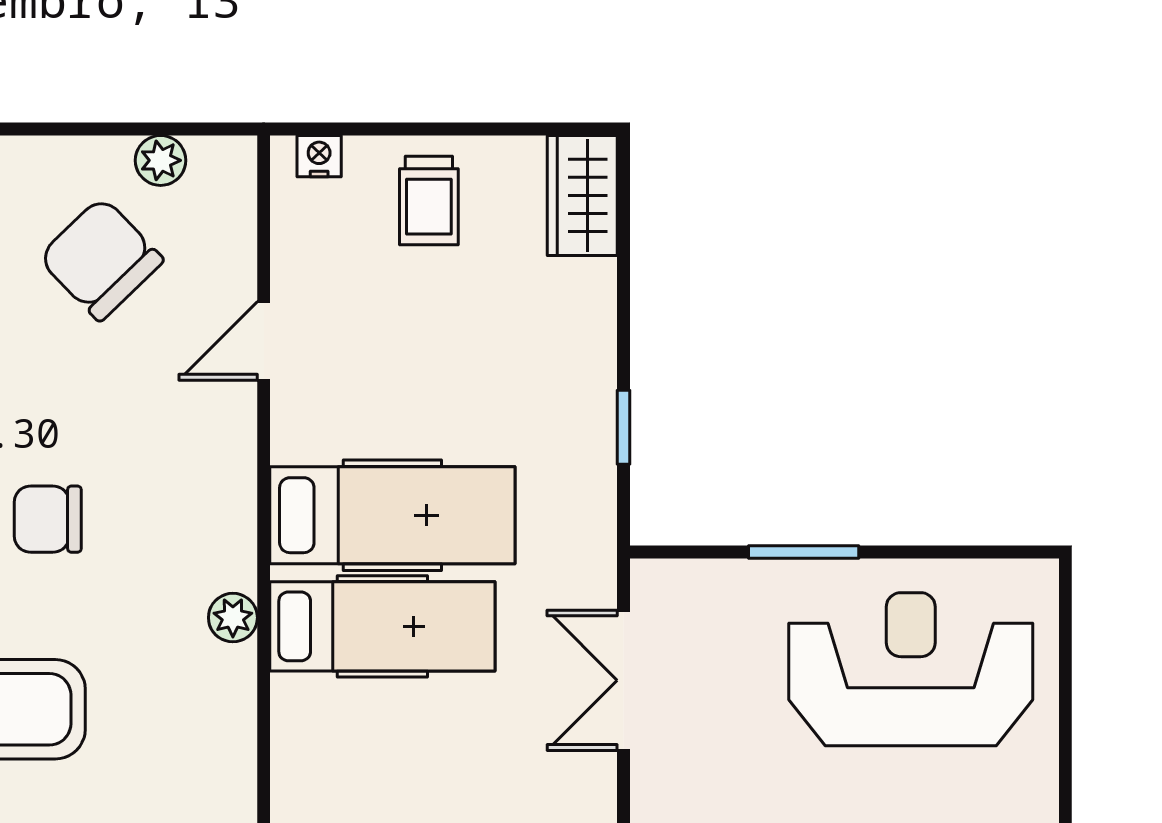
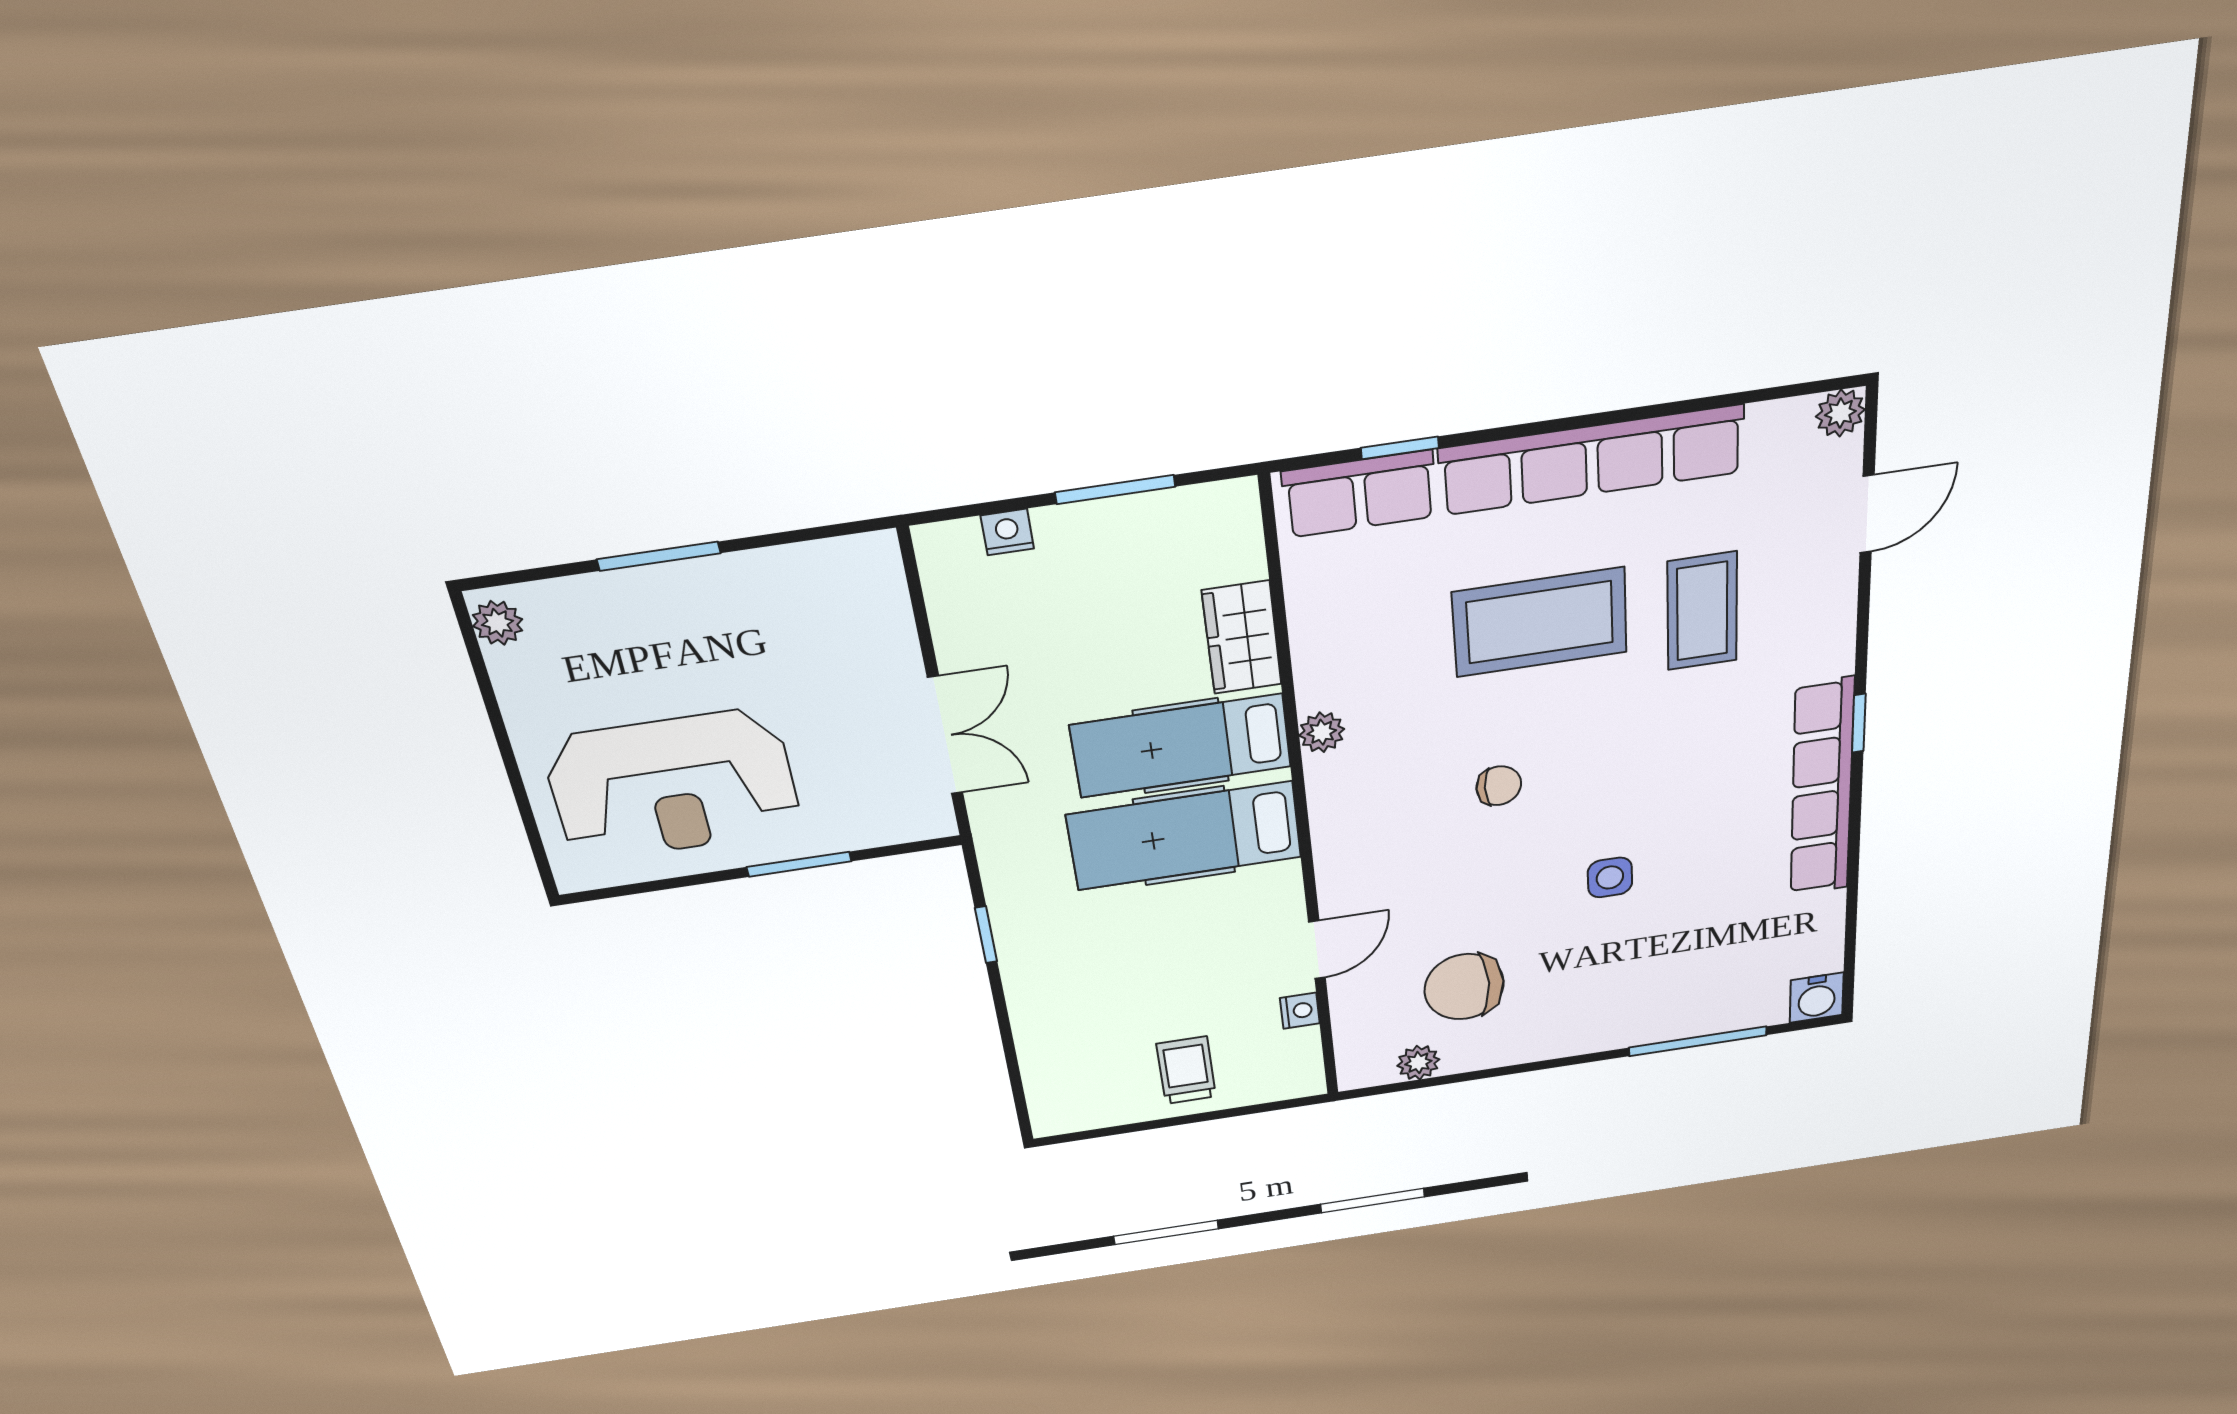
nightstand: (319, 156) -> (1300, 1011), moved, turned -90
wardrobe: (582, 196) -> (1242, 638), moved, turned 180
chair: (101, 259) -> (1464, 987), turned 134
chair: (48, 519) -> (1499, 786), width x0.73, depth x0.73

